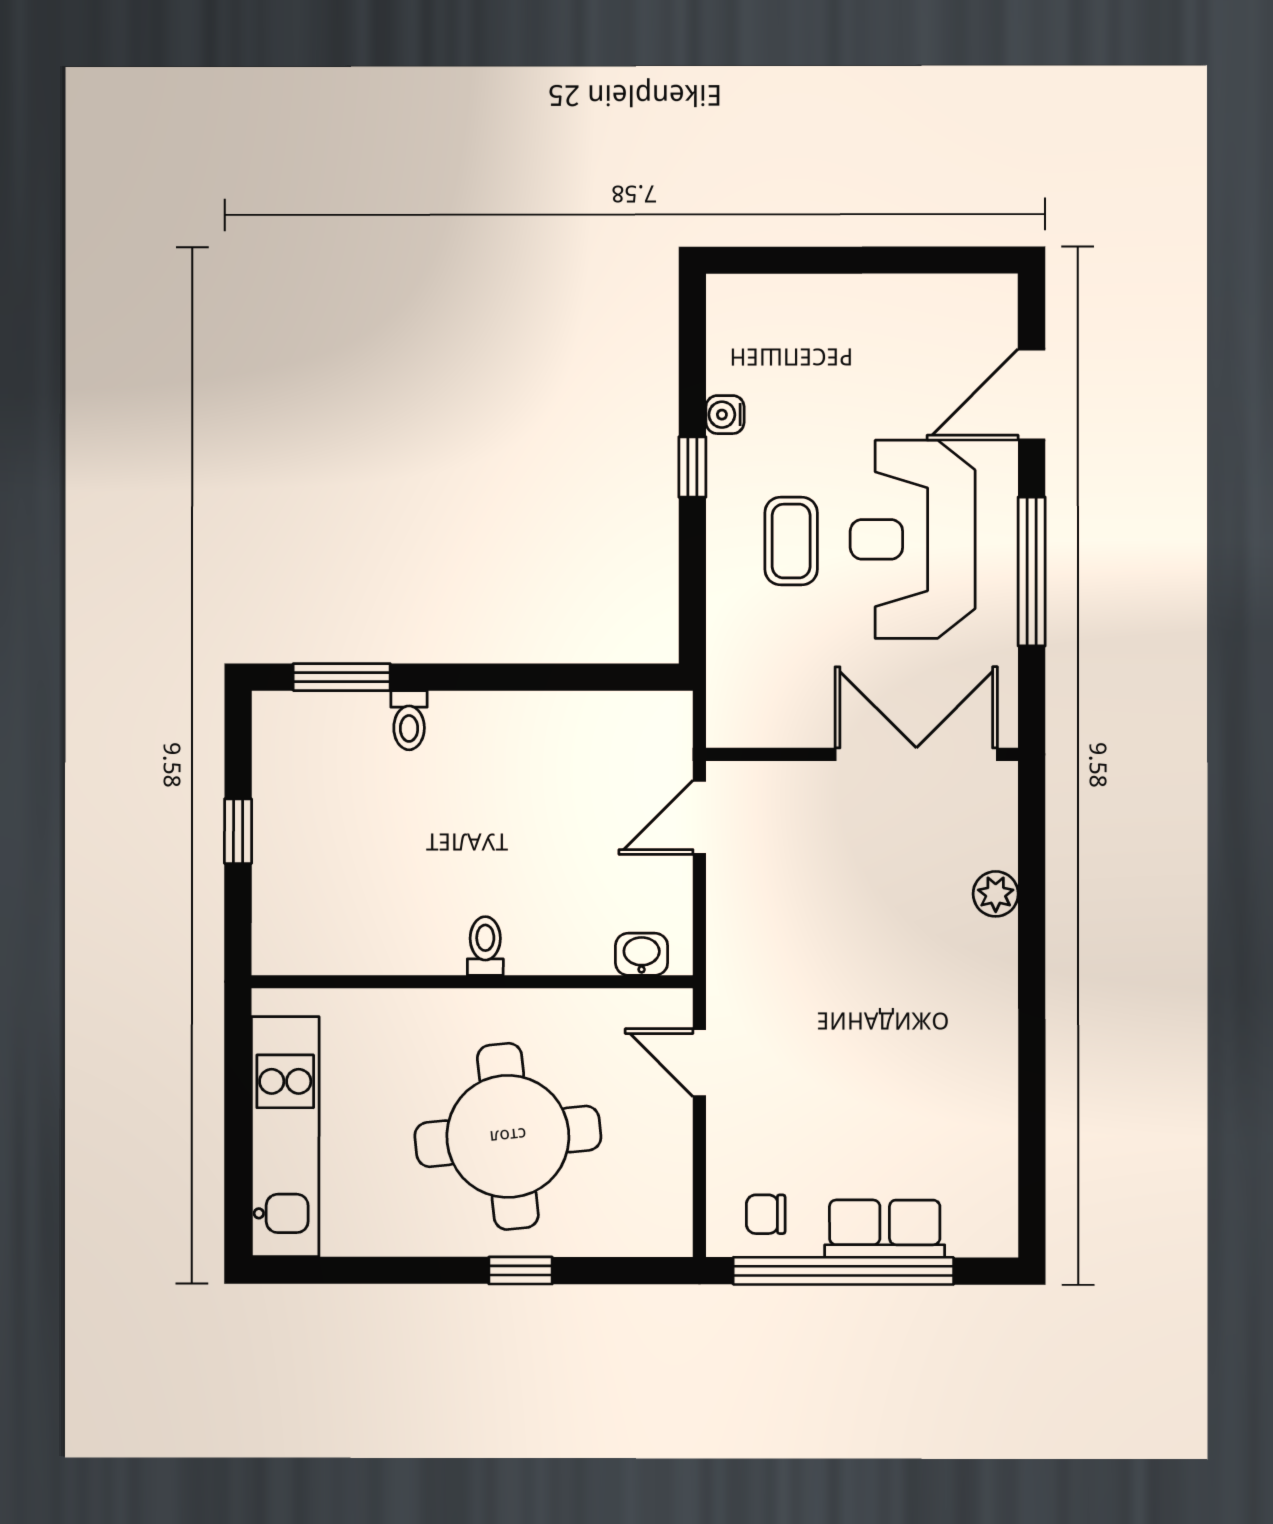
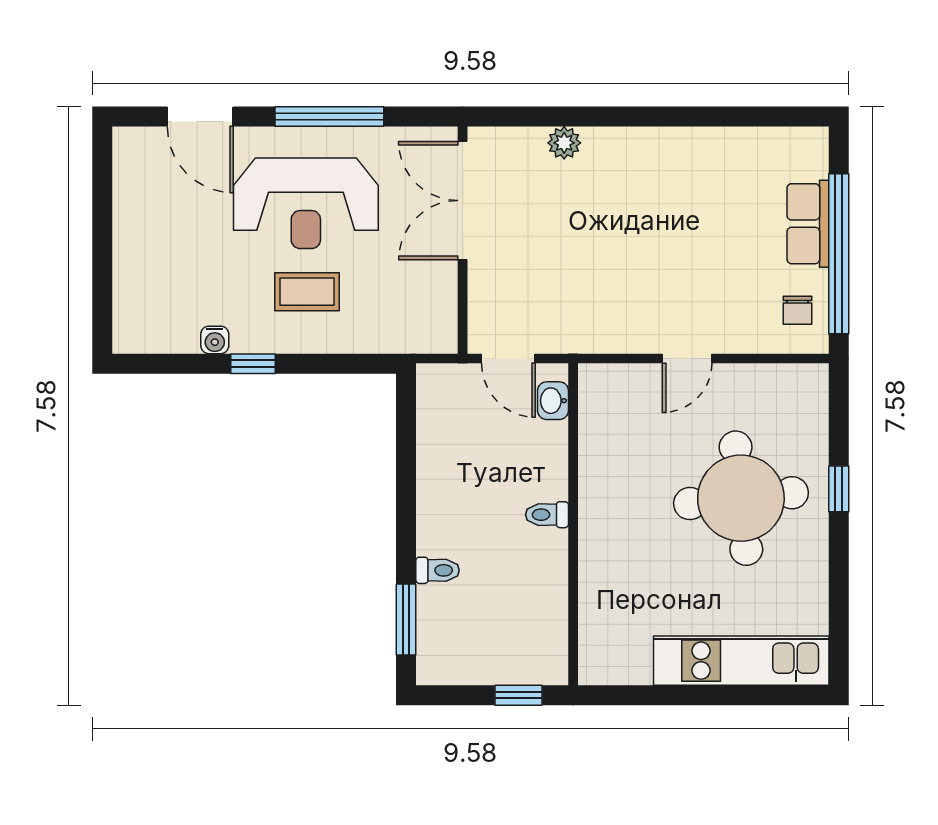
toilet: (485, 946) -> (547, 515), moved
washbasin: (642, 954) -> (553, 401), moved
wall: (472, 982) -> (573, 524), moved

